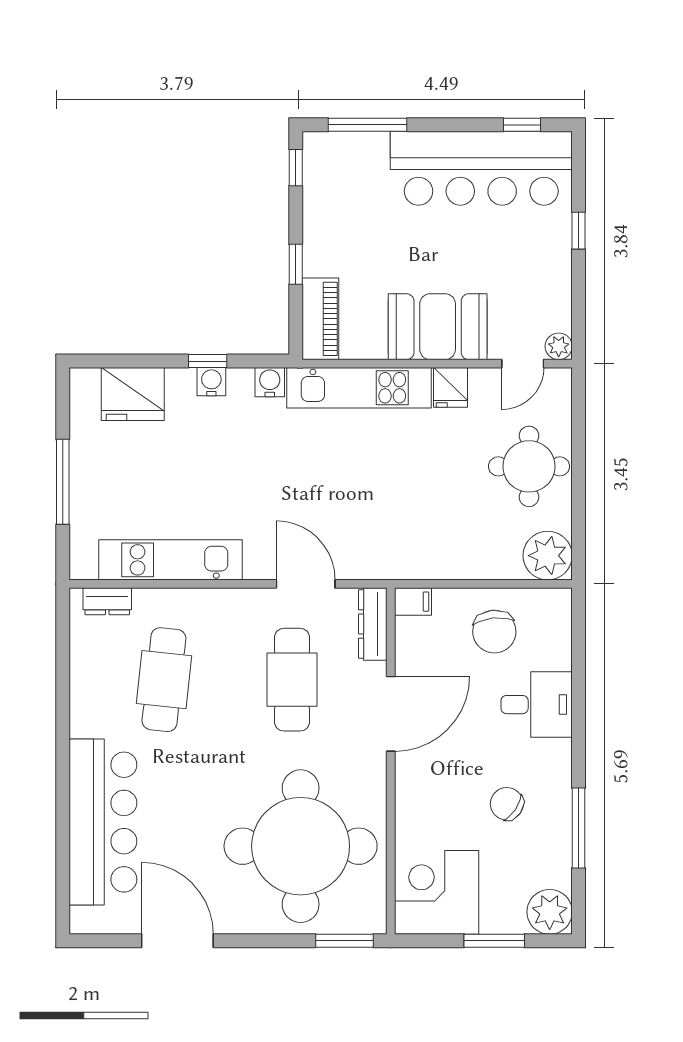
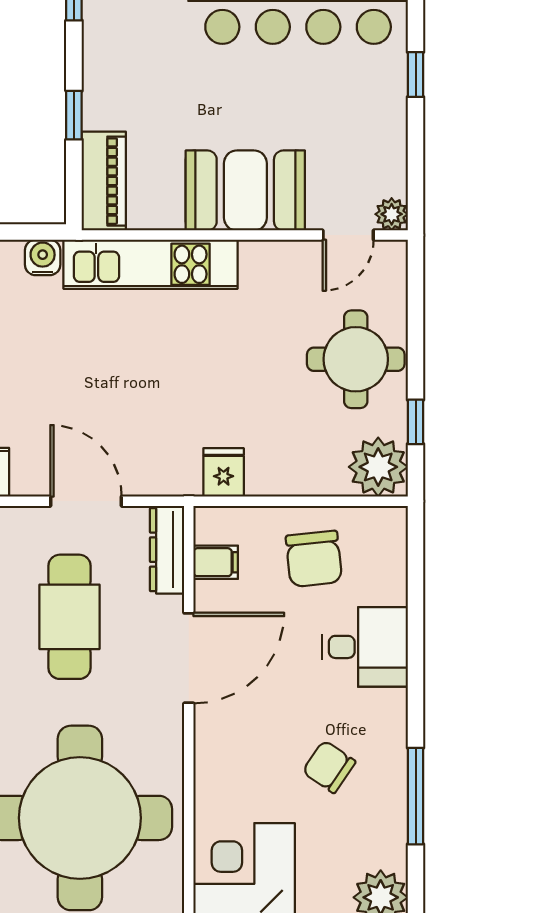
fridge: (450, 387) -> (224, 472), moved, turned 180
window: (578, 518) -> (416, 422), added
filing cabinet: (413, 602) -> (216, 562), moved

